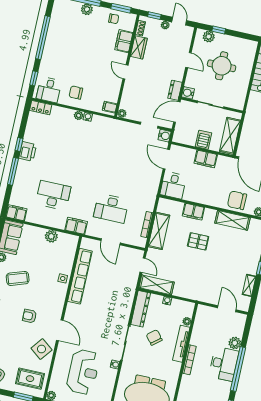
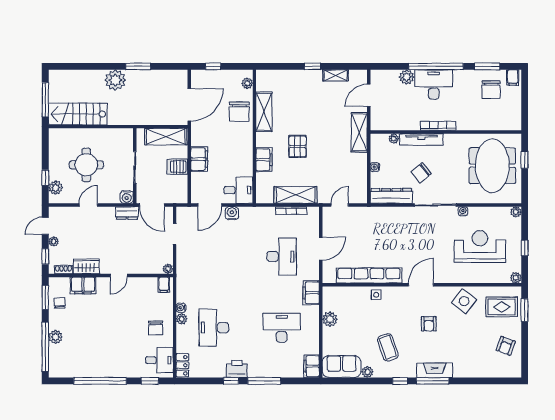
water cooler: (165, 136) -> (232, 213), moved
desk: (66, 140) -> (214, 328), added
desk: (53, 195) -> (282, 328), turned 90
shelving: (157, 285) -> (359, 132), moved
door: (60, 330) -> (421, 285), moved
rug: (30, 379) -> (502, 307), turned 90

